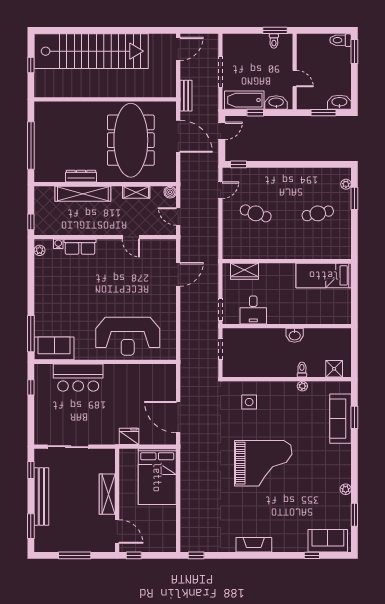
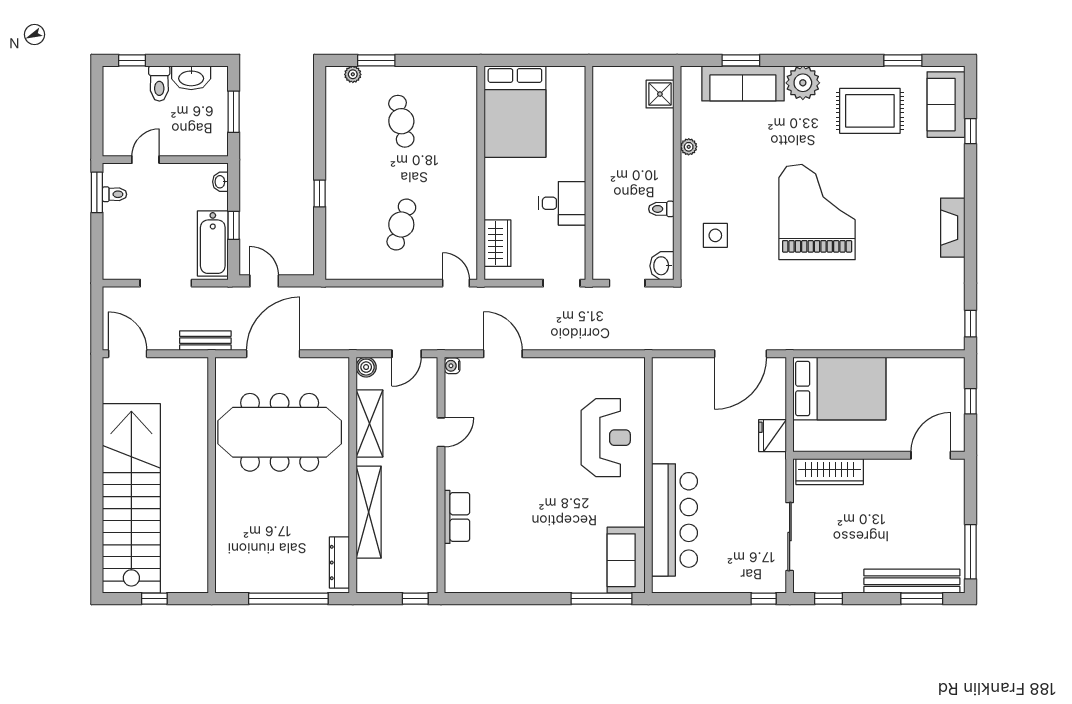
toilet: (340, 40) -> (159, 83), moved
window: (354, 52) -> (132, 60), width x0.67
door: (295, 79) -> (145, 160), moved
washbasin: (339, 102) -> (191, 78), moved, turned -90
washbasin: (276, 103) -> (220, 182), width x0.52, depth x0.69
window: (239, 164) -> (320, 193), moved
dresser: (81, 176) -> (339, 563), moved
door: (220, 190) -> (456, 283), moved
shelving: (136, 192) -> (370, 423), width x1.50, depth x1.33
water cooler: (58, 244) -> (452, 366), moved
plant: (40, 250) -> (463, 584), removed
bed: (324, 275) -> (515, 112), width x1.50
desk: (253, 310) -> (562, 203), moved
washbasin: (295, 335) -> (662, 266), moved, turned 180
reception desk: (128, 336) -> (606, 438), width x0.74, depth x0.77
toilet: (302, 370) -> (661, 209), moved
bar counter: (78, 378) -> (675, 520), width x1.36
window: (31, 387) -> (764, 599), moved
plant: (346, 489) -> (803, 83), moved, width x1.87, depth x1.87
wardrobe: (107, 494) -> (830, 472), moved
rug: (324, 495) -> (870, 111), added
bench: (41, 496) -> (912, 581), moved
window: (75, 555) -> (970, 552), moved
window: (134, 555) -> (970, 401), moved

